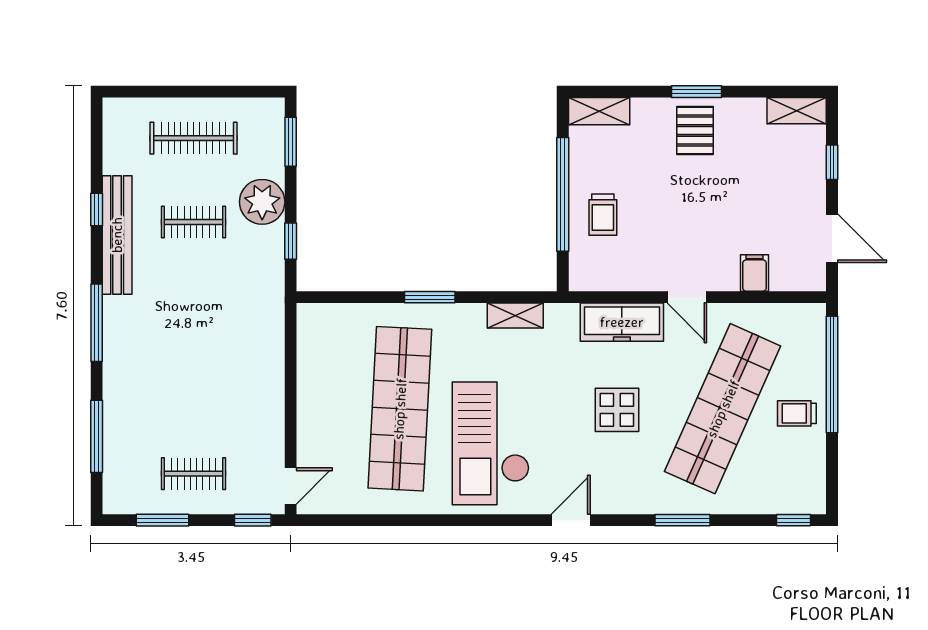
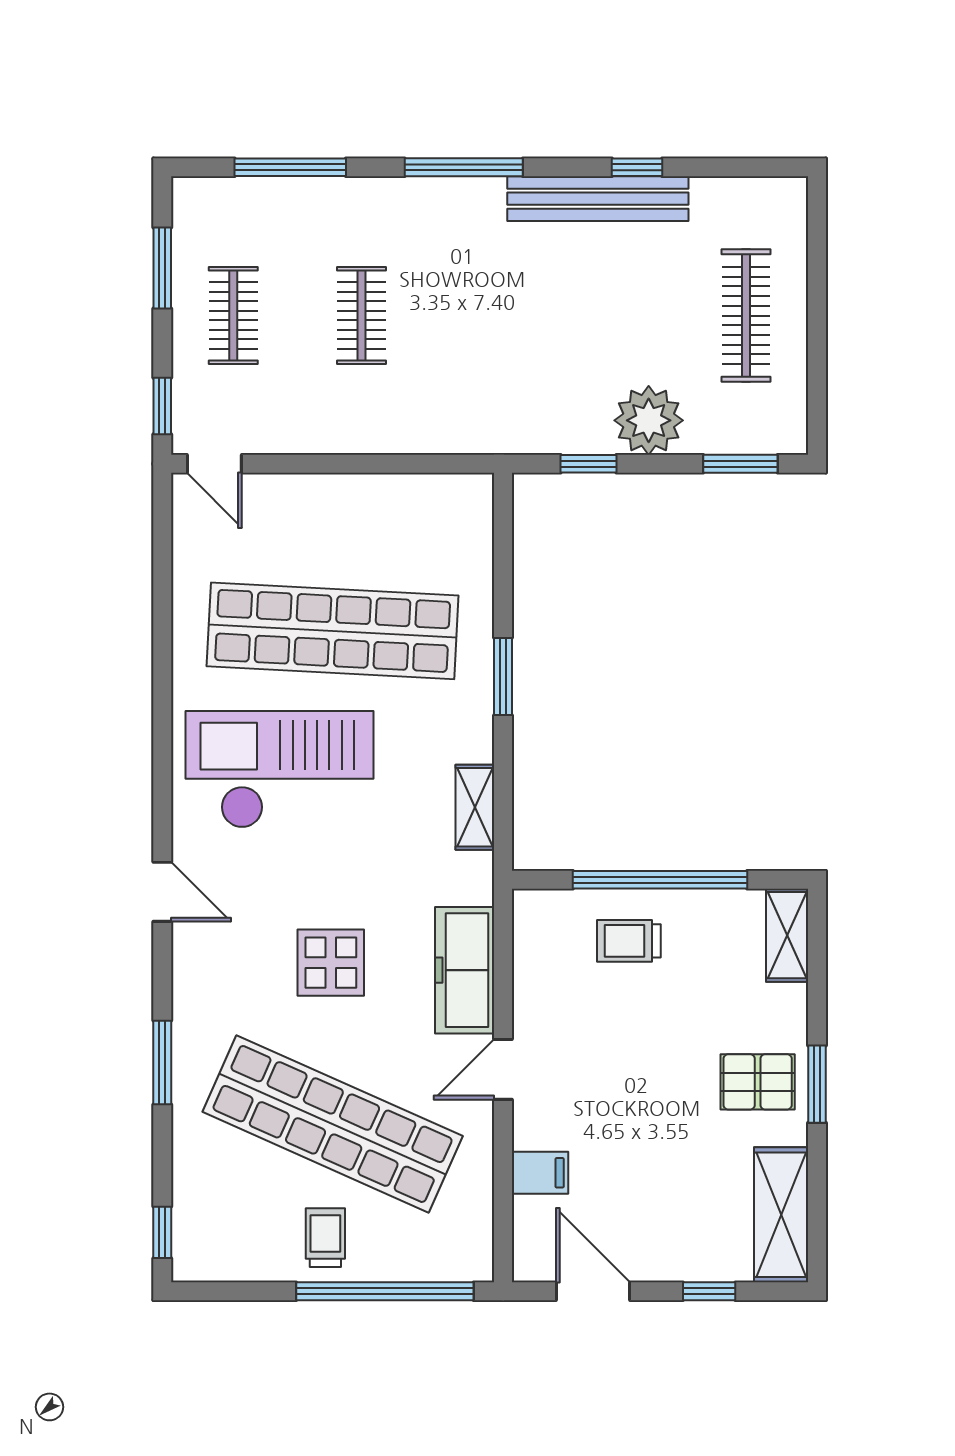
shelving: (797, 111) -> (781, 1215), width x1.50, depth x1.33
clothes rail: (194, 222) -> (361, 316), moved
door: (832, 238) -> (593, 1291), swing flipped

